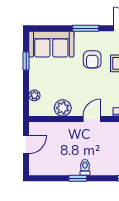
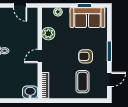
sofa: (51, 44) -> (87, 18), moved, turned -90
door: (92, 119) -> (40, 56), swing flipped

